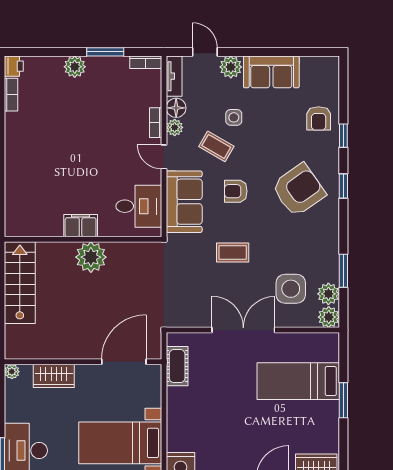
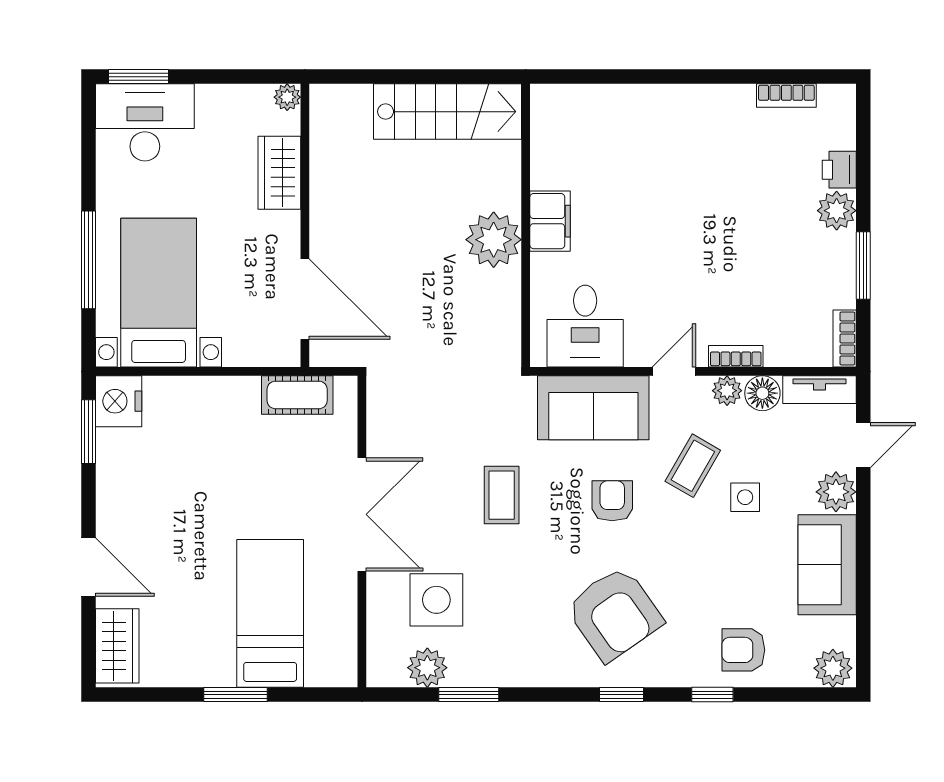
printer: (14, 66) -> (839, 170), moved, turned 90
plant: (329, 317) -> (833, 668), moved

